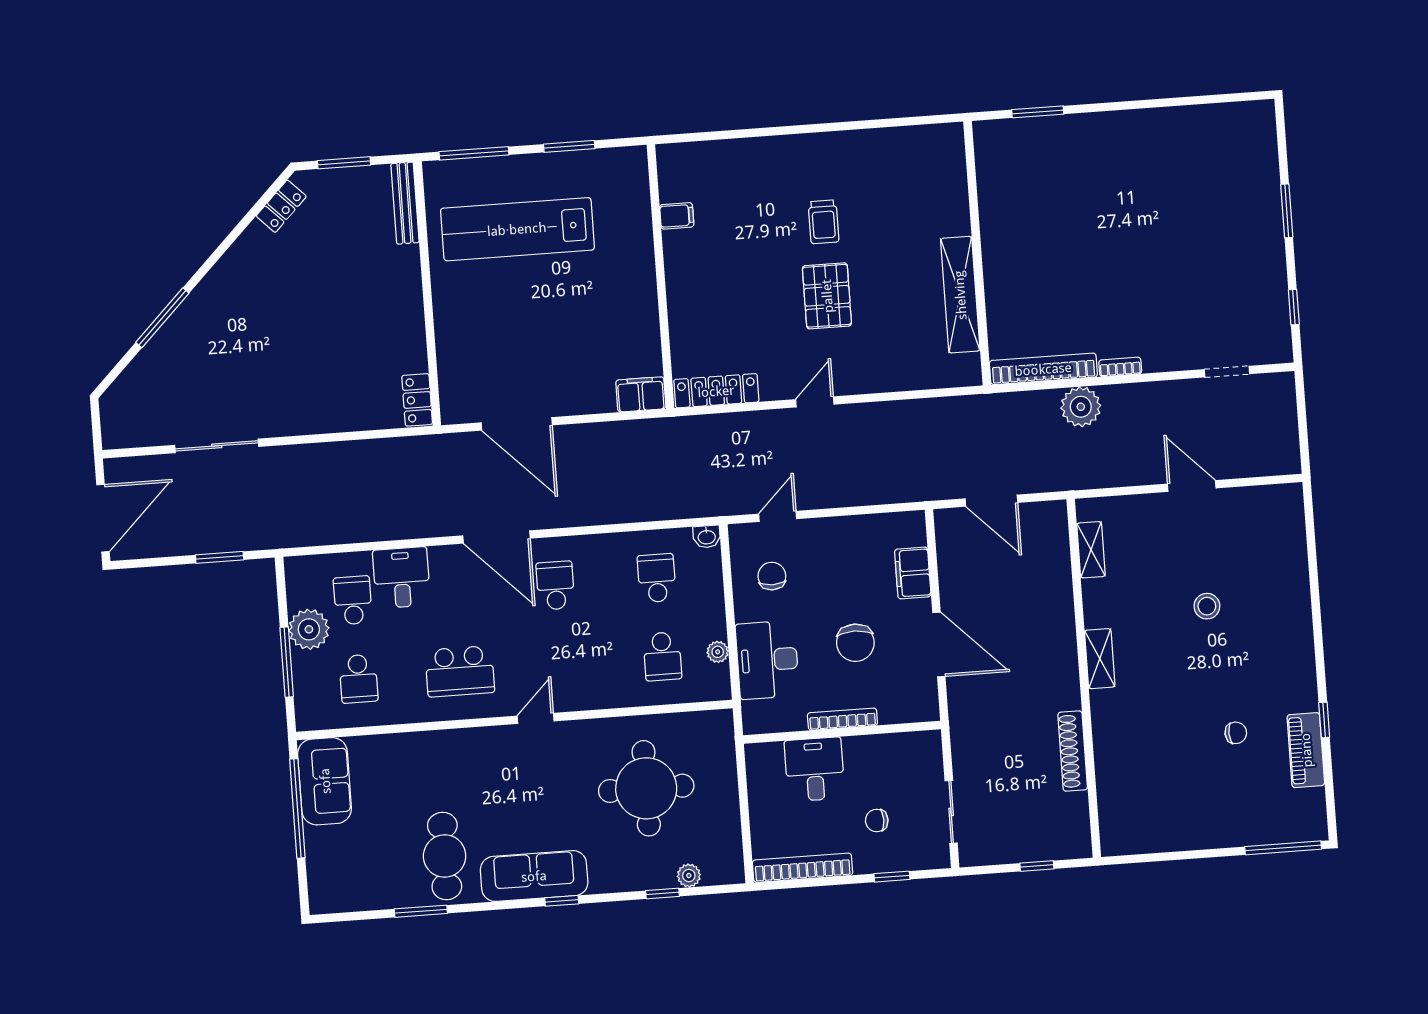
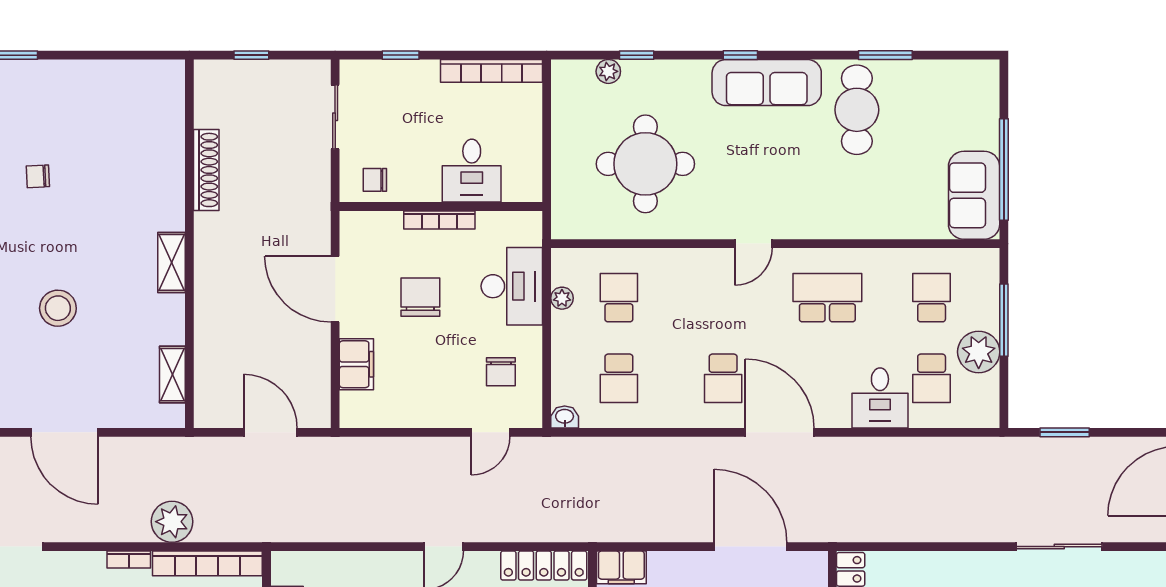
door: (1192, 486) -> (64, 432), width x1.36
stool: (1207, 606) -> (58, 308), width x1.38, depth x1.38
chair: (877, 821) -> (375, 180), moved, turned 180

